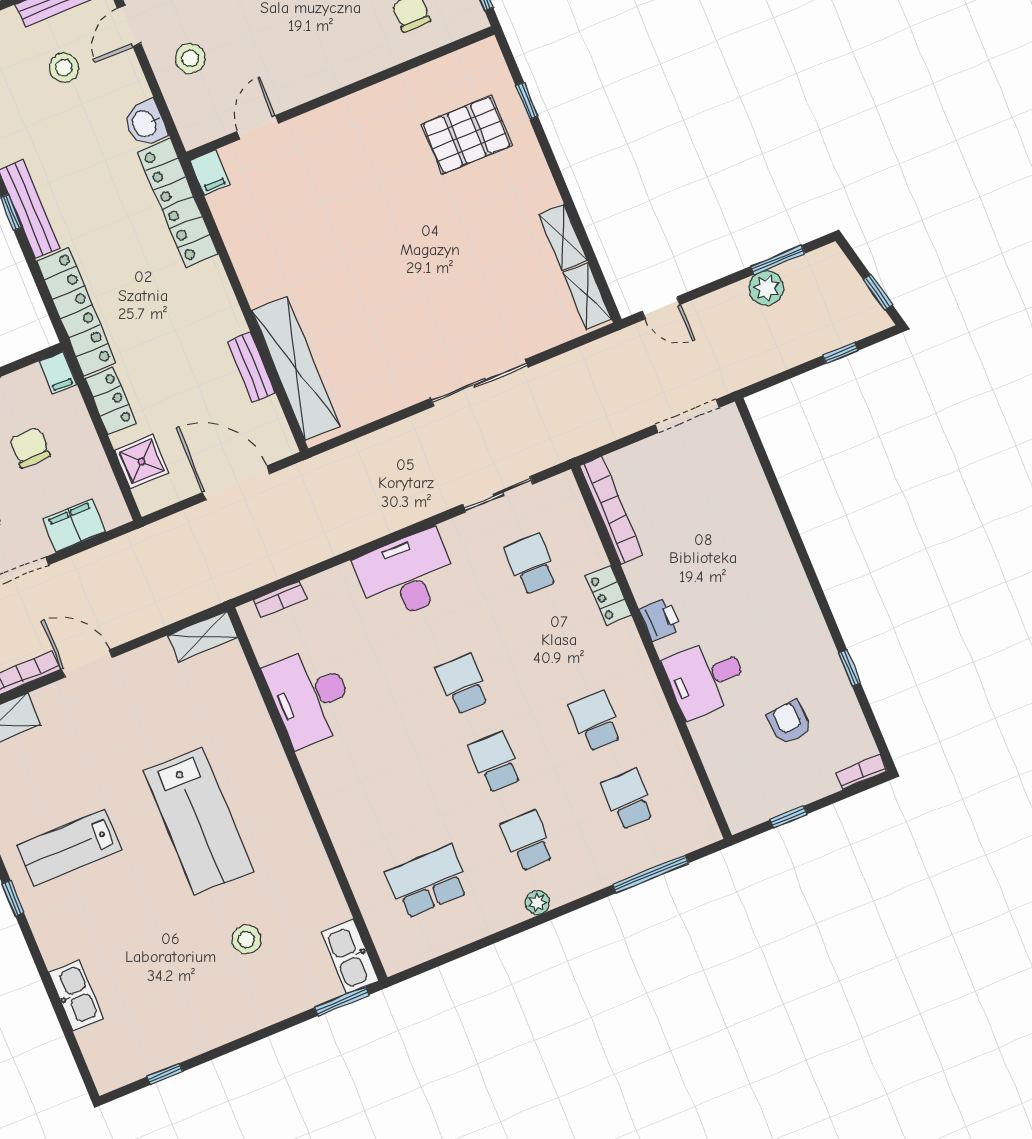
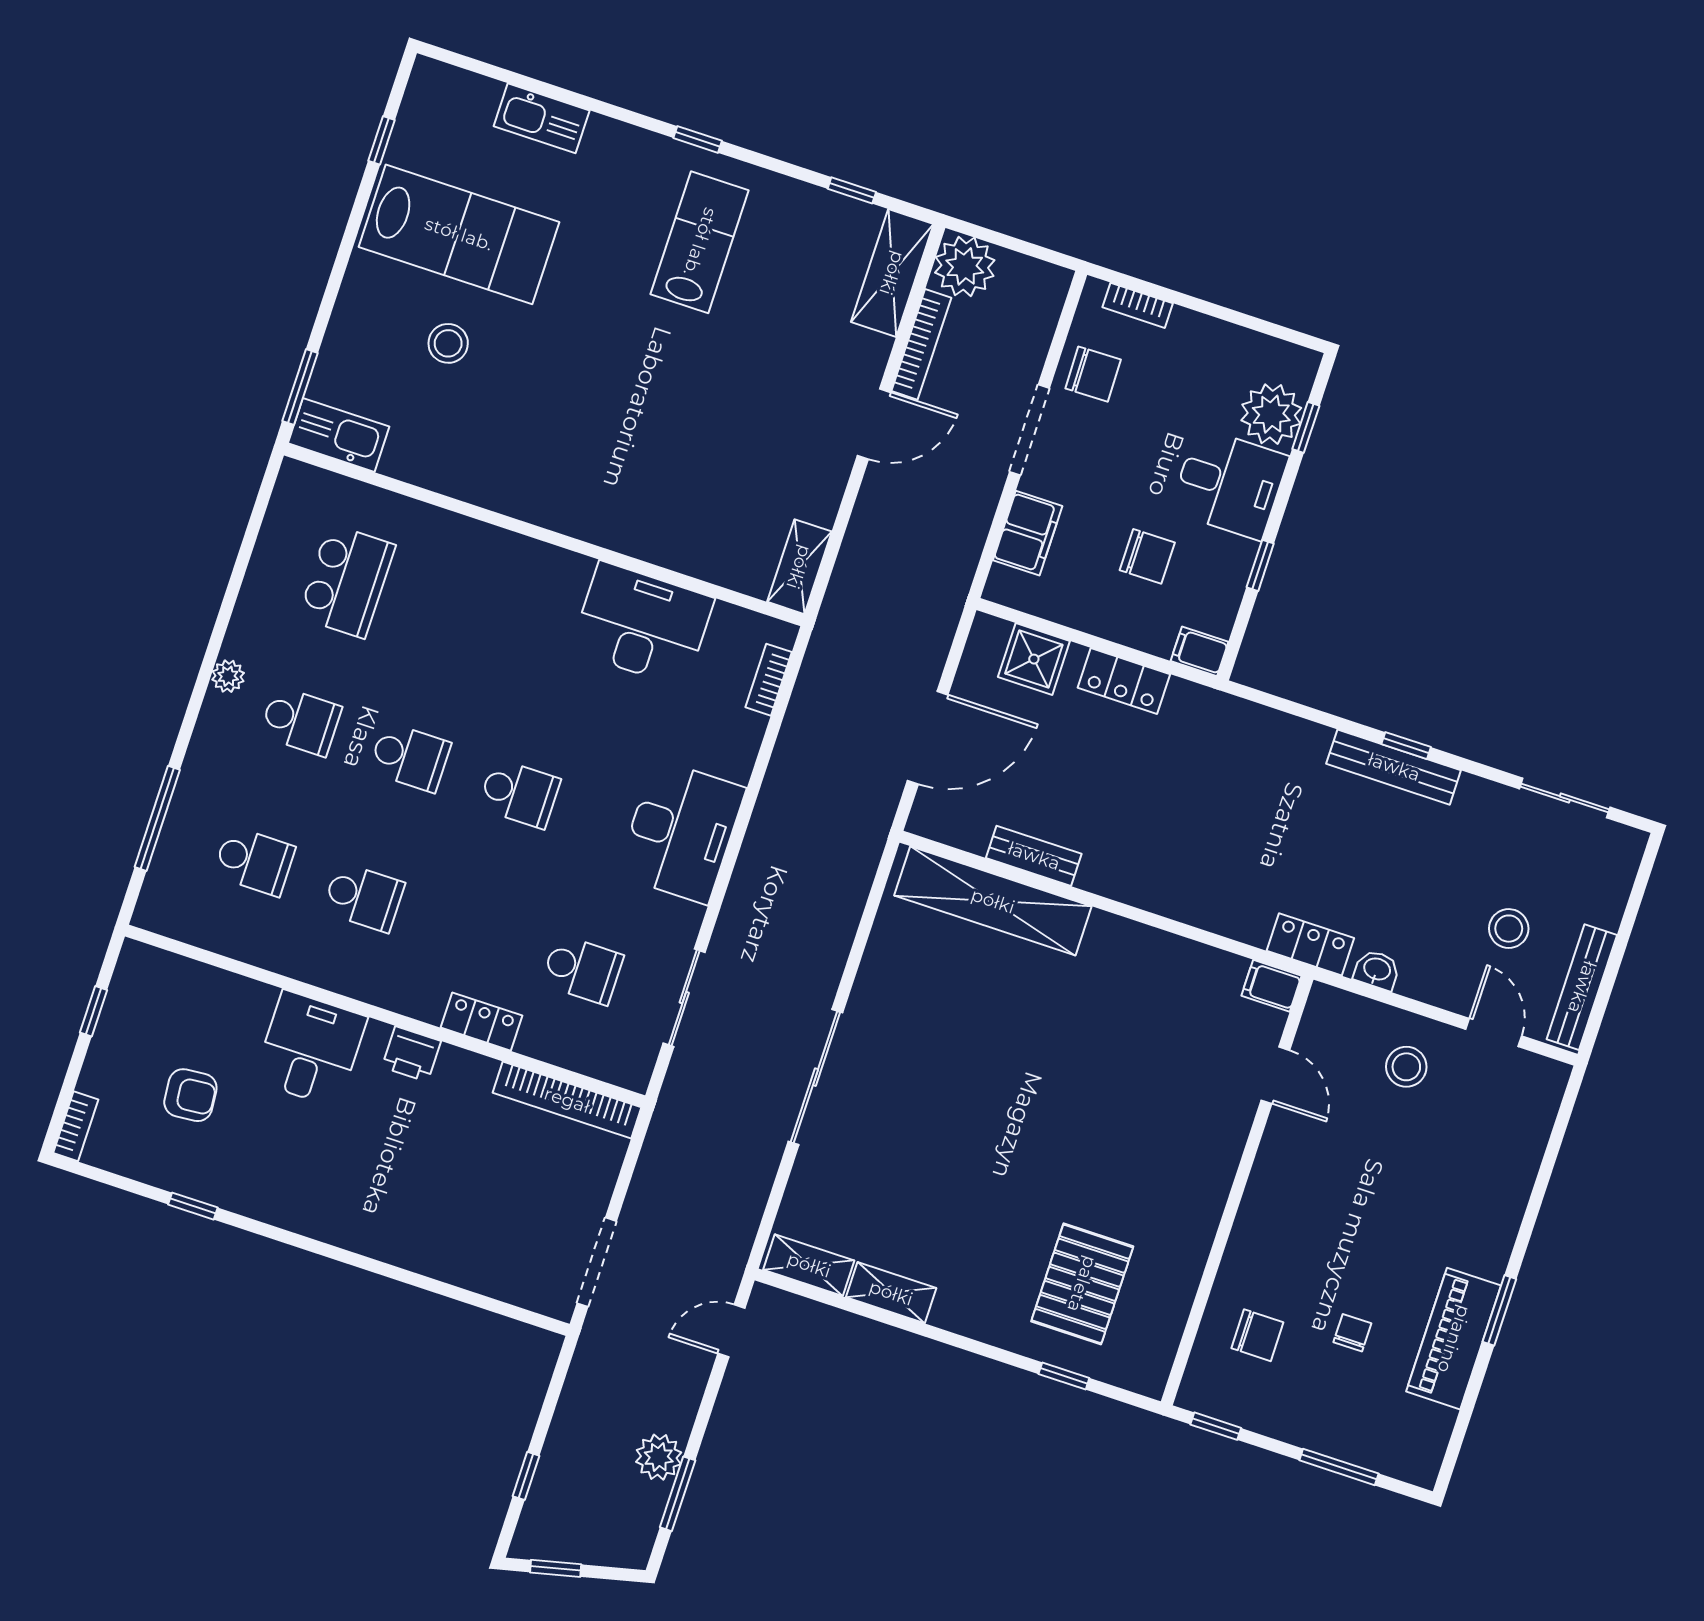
washbasin: (145, 123) -> (1377, 970), width x0.72, depth x0.69
locker: (178, 203) -> (1310, 944), width x0.46, depth x0.83
locker: (76, 312) -> (1246, 725), removed
lab bench: (198, 821) -> (459, 234), moved, turned 180

